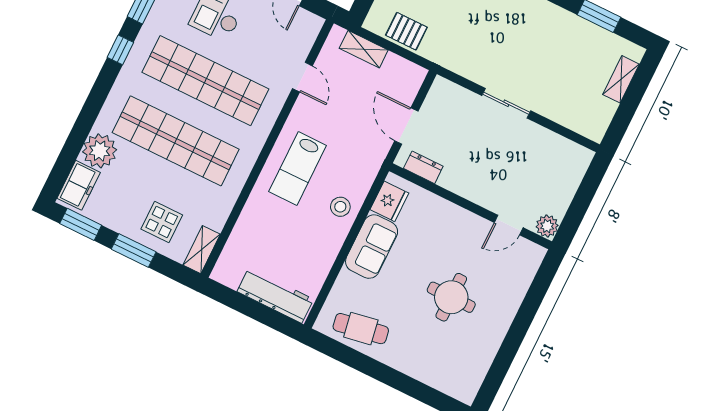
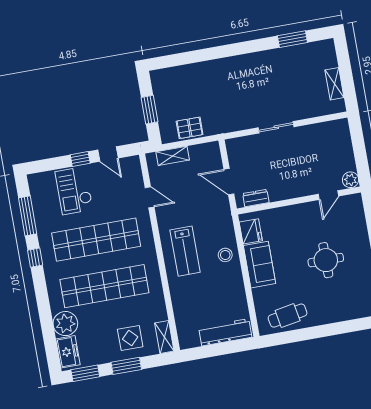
shelving: (621, 79) -> (334, 84), moved

